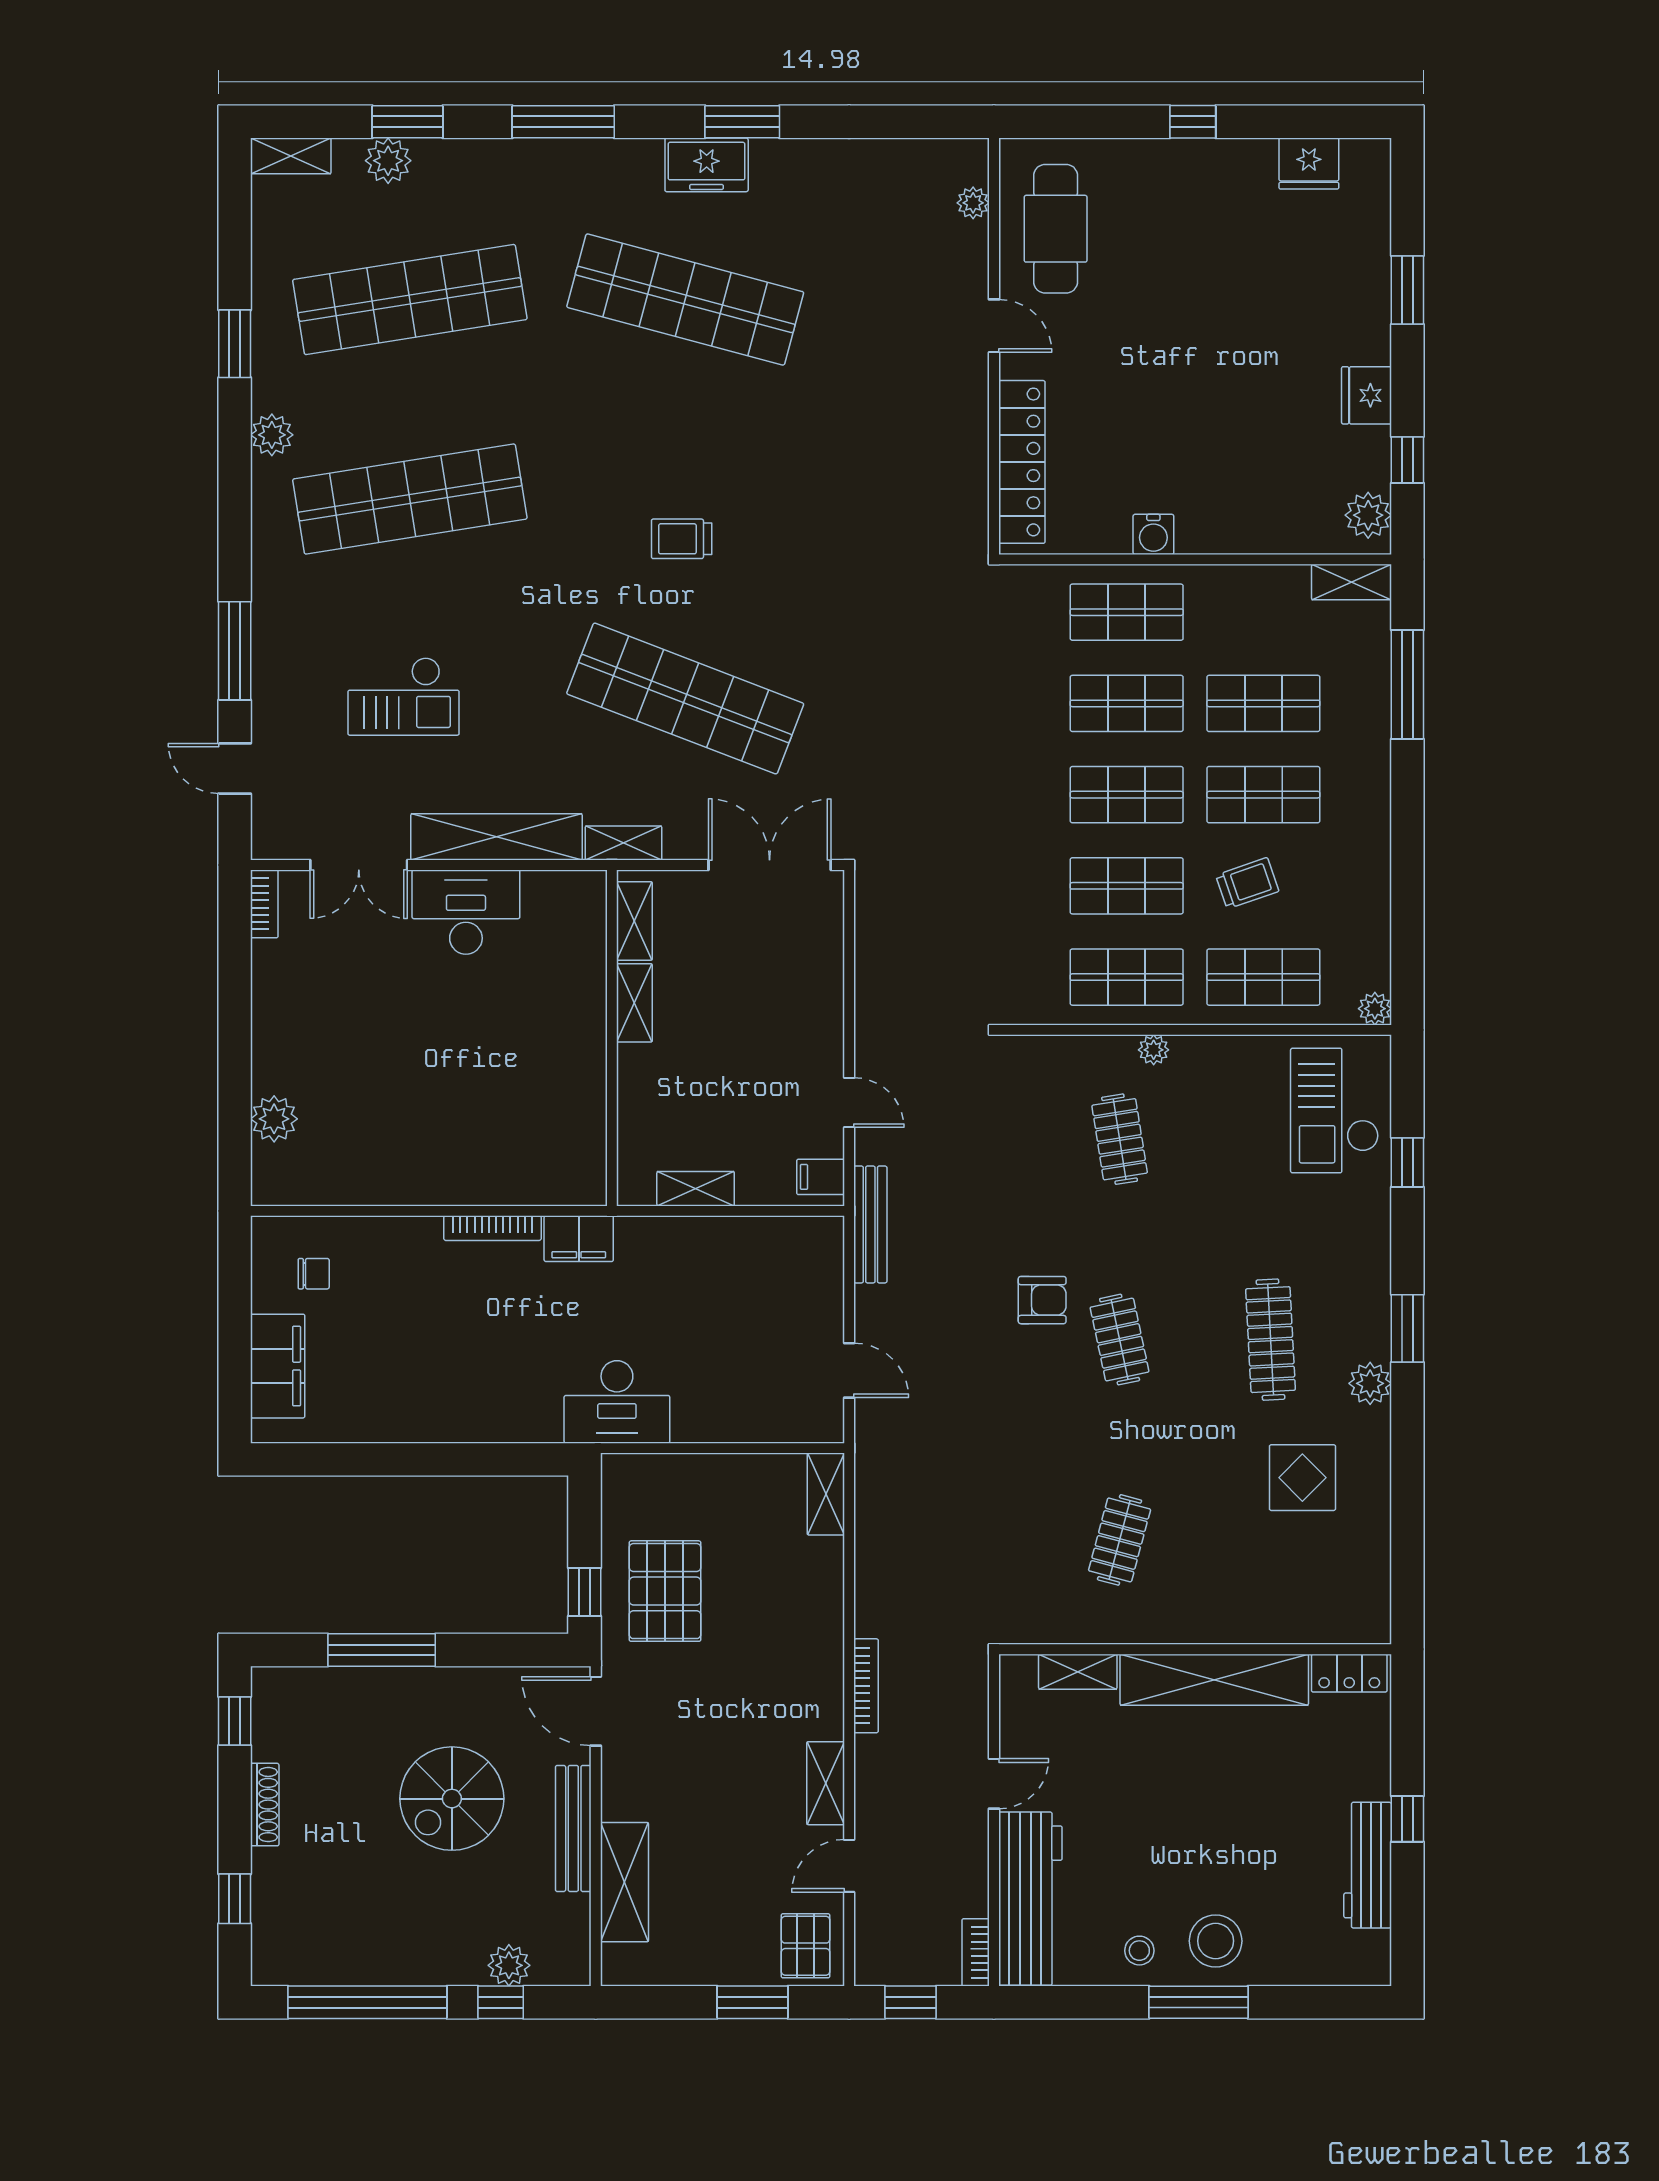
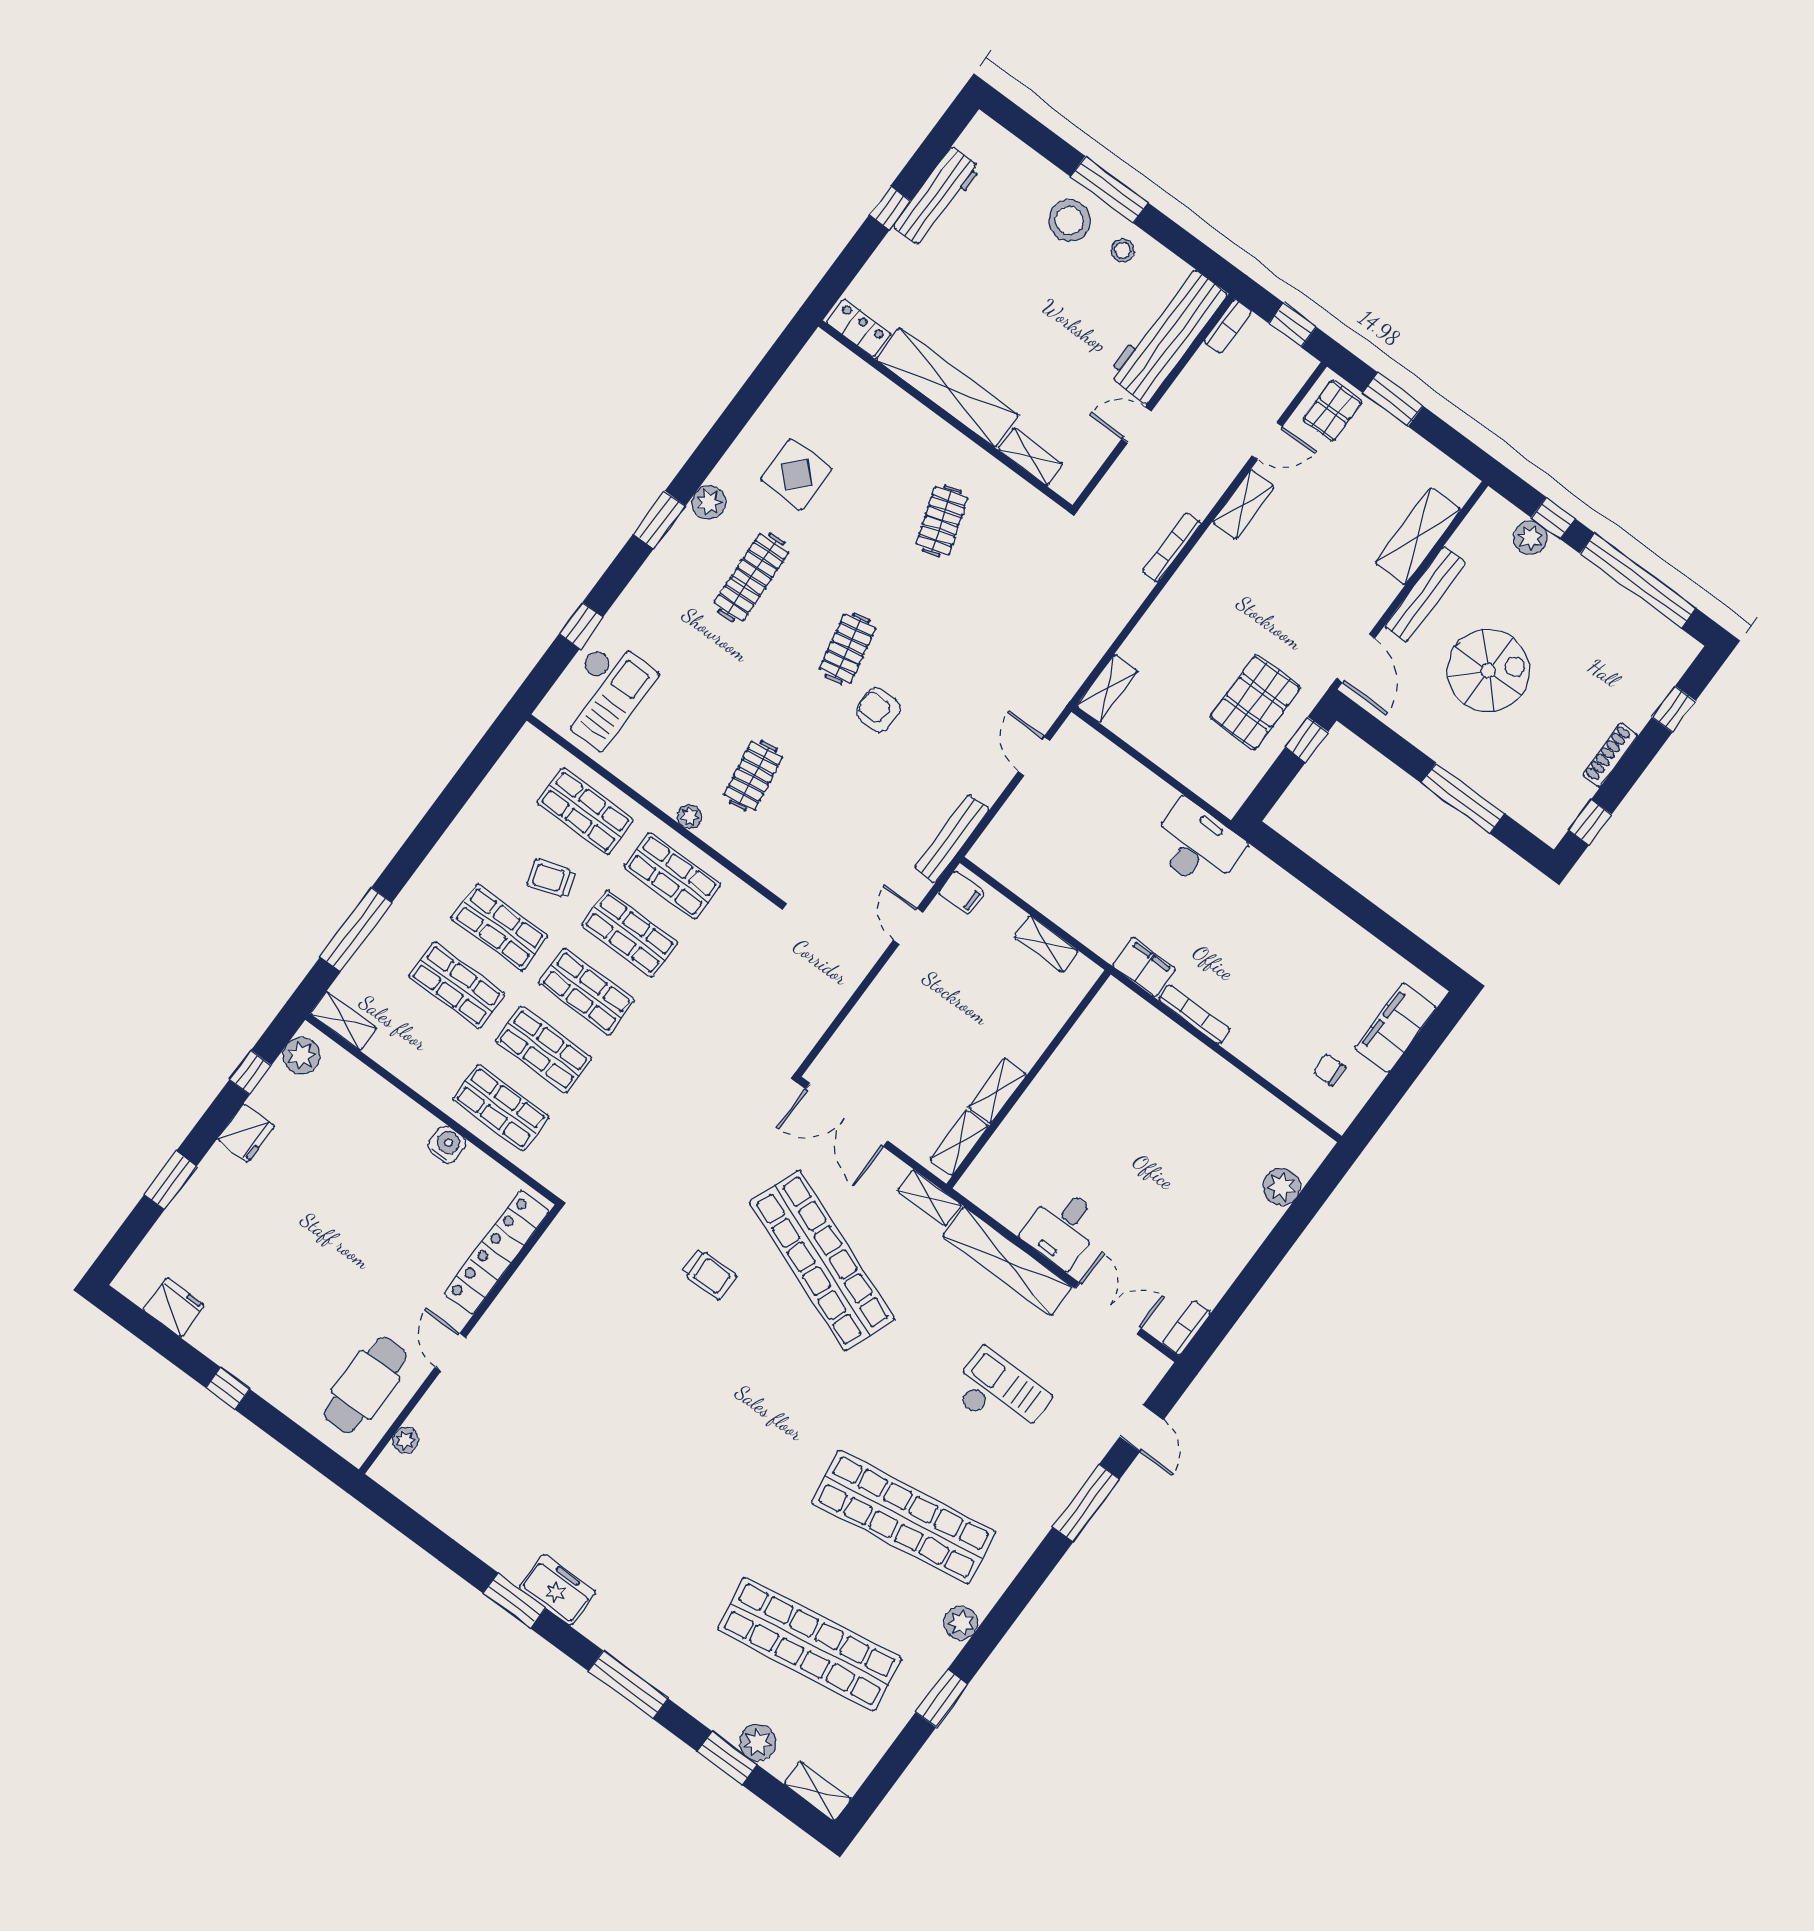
shop shelf: (685, 300) -> (634, 1514), removed
trolley: (682, 539) -> (709, 1274), moved
desk: (466, 912) -> (1062, 1228), width x0.73
plant: (1375, 1009) -> (529, 739), removed
clothes rail: (1120, 1540) -> (942, 521), turned -33

